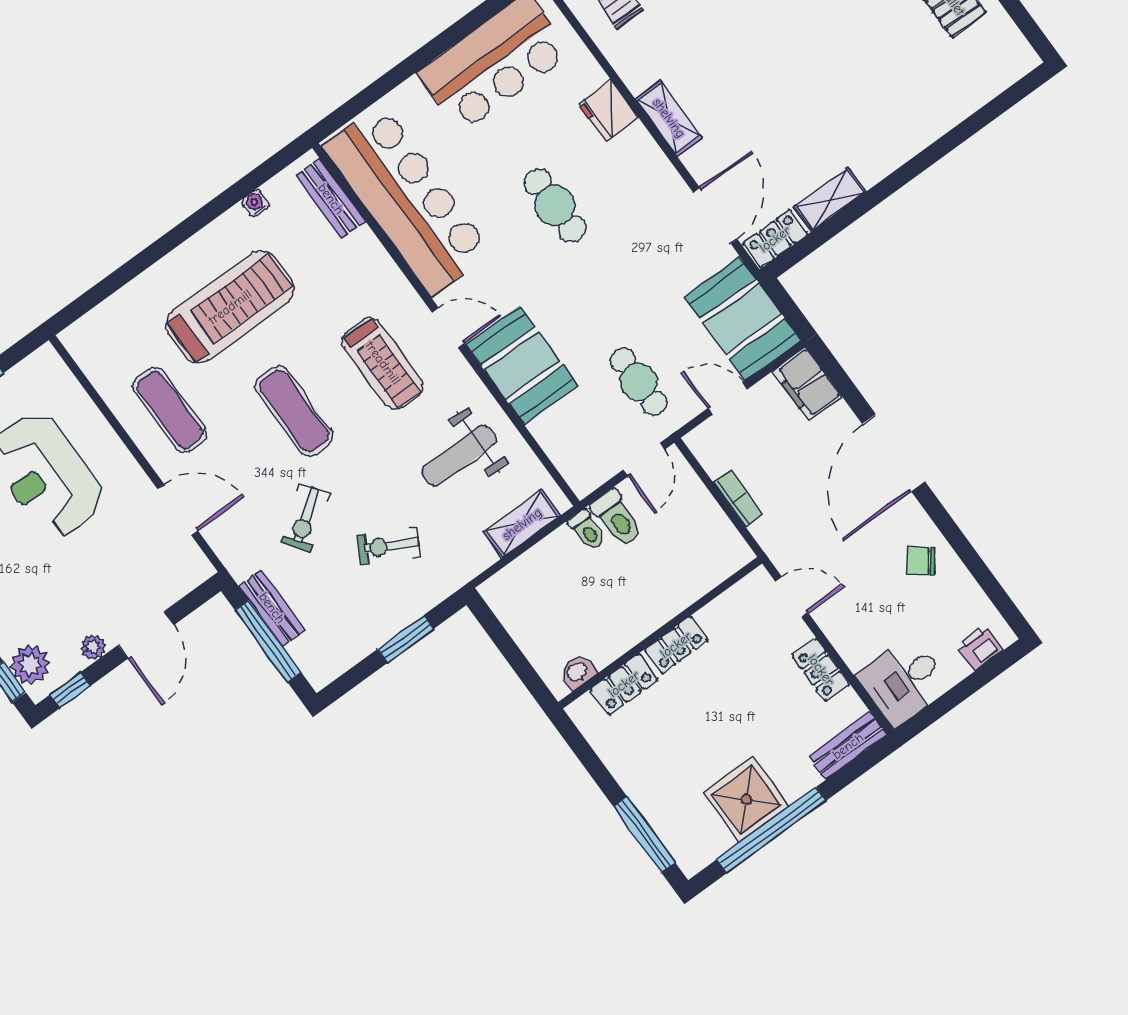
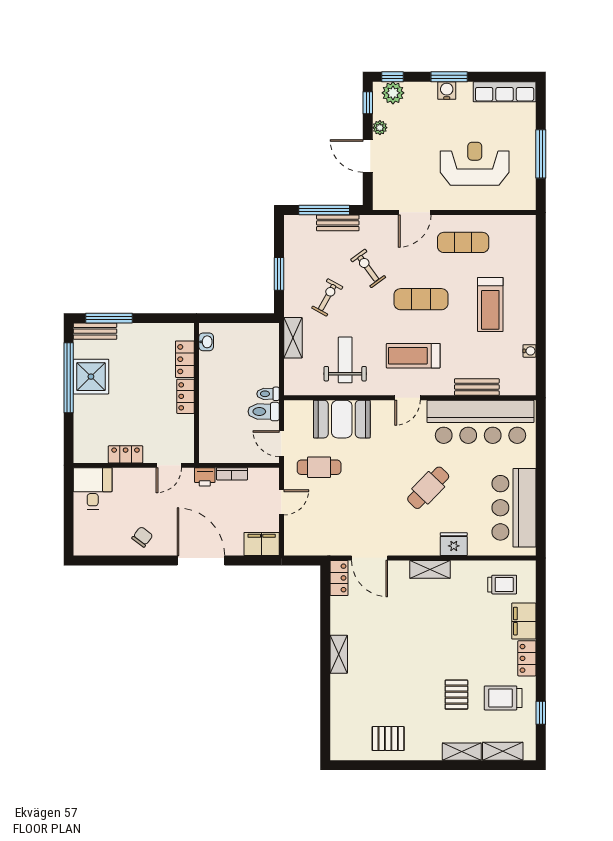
bench: (331, 199) -> (477, 387), moved
shelving: (830, 199) -> (339, 654), moved
cafe table: (555, 205) -> (428, 488), turned -46
treadmill: (230, 307) -> (490, 304), width x0.73, depth x0.73
booth: (742, 319) -> (313, 536), removed
booth: (522, 365) -> (342, 419), moved
shelving: (522, 524) -> (293, 338), moved
printer: (980, 648) -> (205, 477), moved, turned 90
bench: (848, 746) -> (95, 331), moved, turned 90

